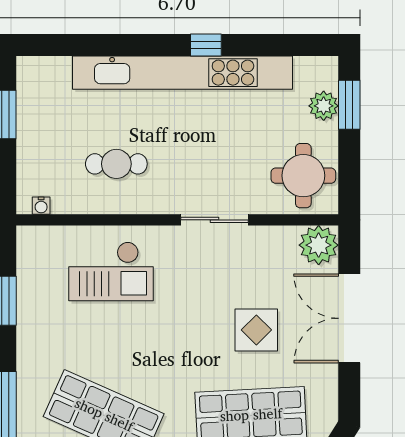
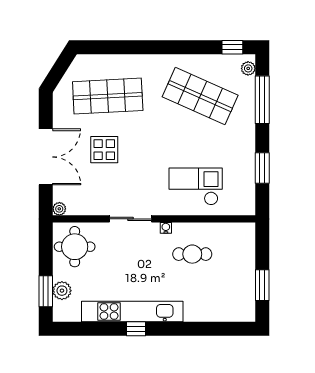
kitchen unit: (182, 73) -> (132, 311), width x0.73
water cooler: (41, 206) -> (166, 228), moved
plant: (319, 245) -> (59, 209), width x0.53, depth x0.53

